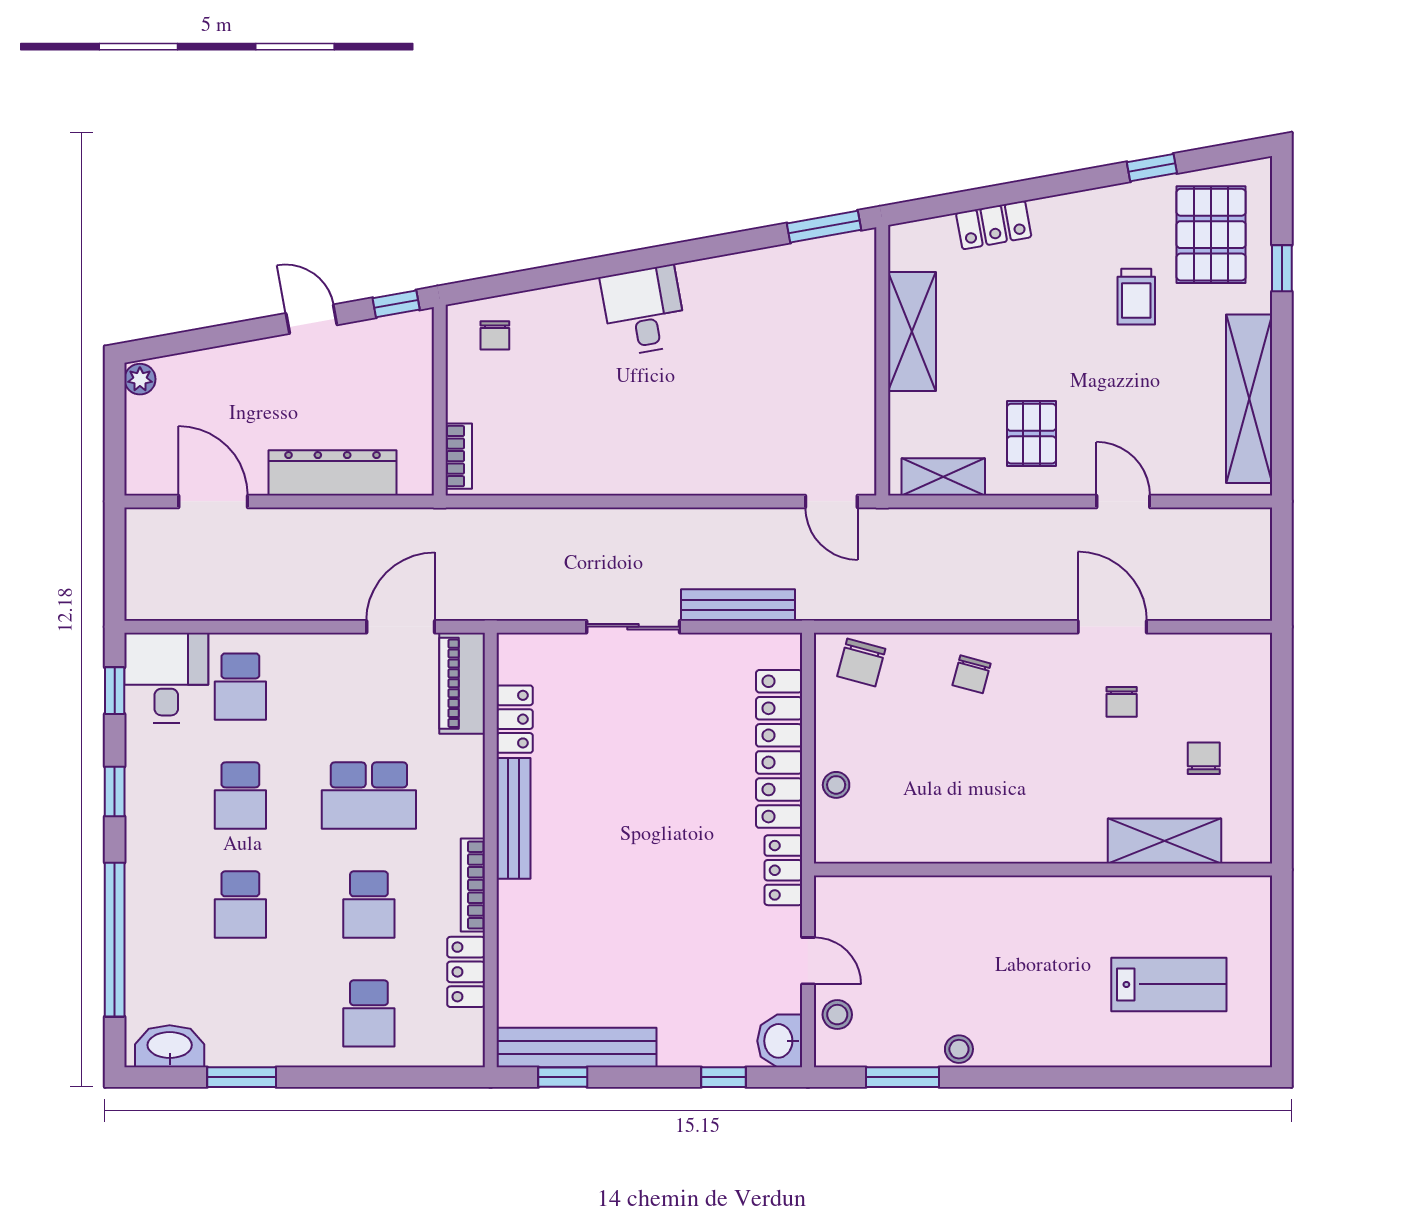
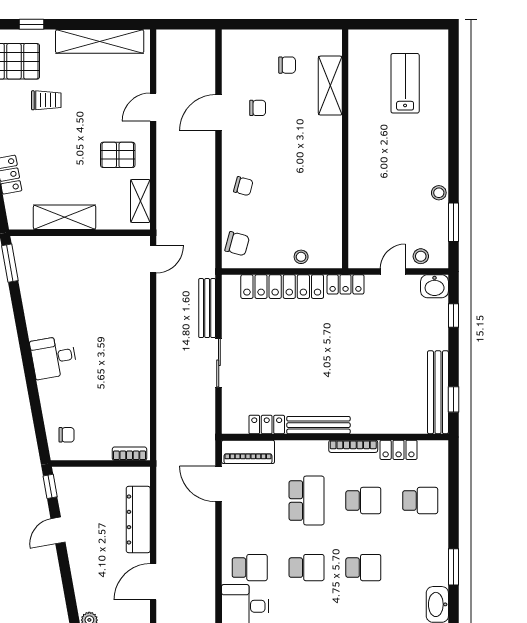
chair: (1204, 758) -> (287, 65), turned 180

